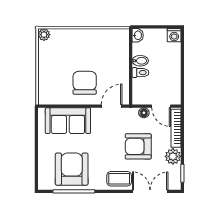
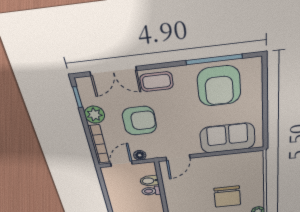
bidet: (140, 61) -> (149, 181), moved
chair: (85, 83) -> (227, 197), moved
door: (161, 106) -> (121, 164), hinge flipped

